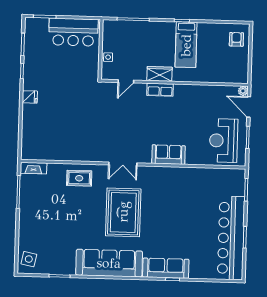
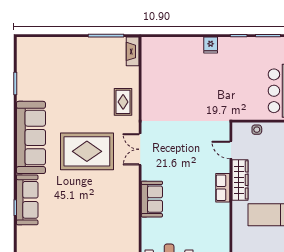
wardrobe: (160, 74) -> (240, 180), width x1.50
side table: (29, 259) -> (33, 49), removed

